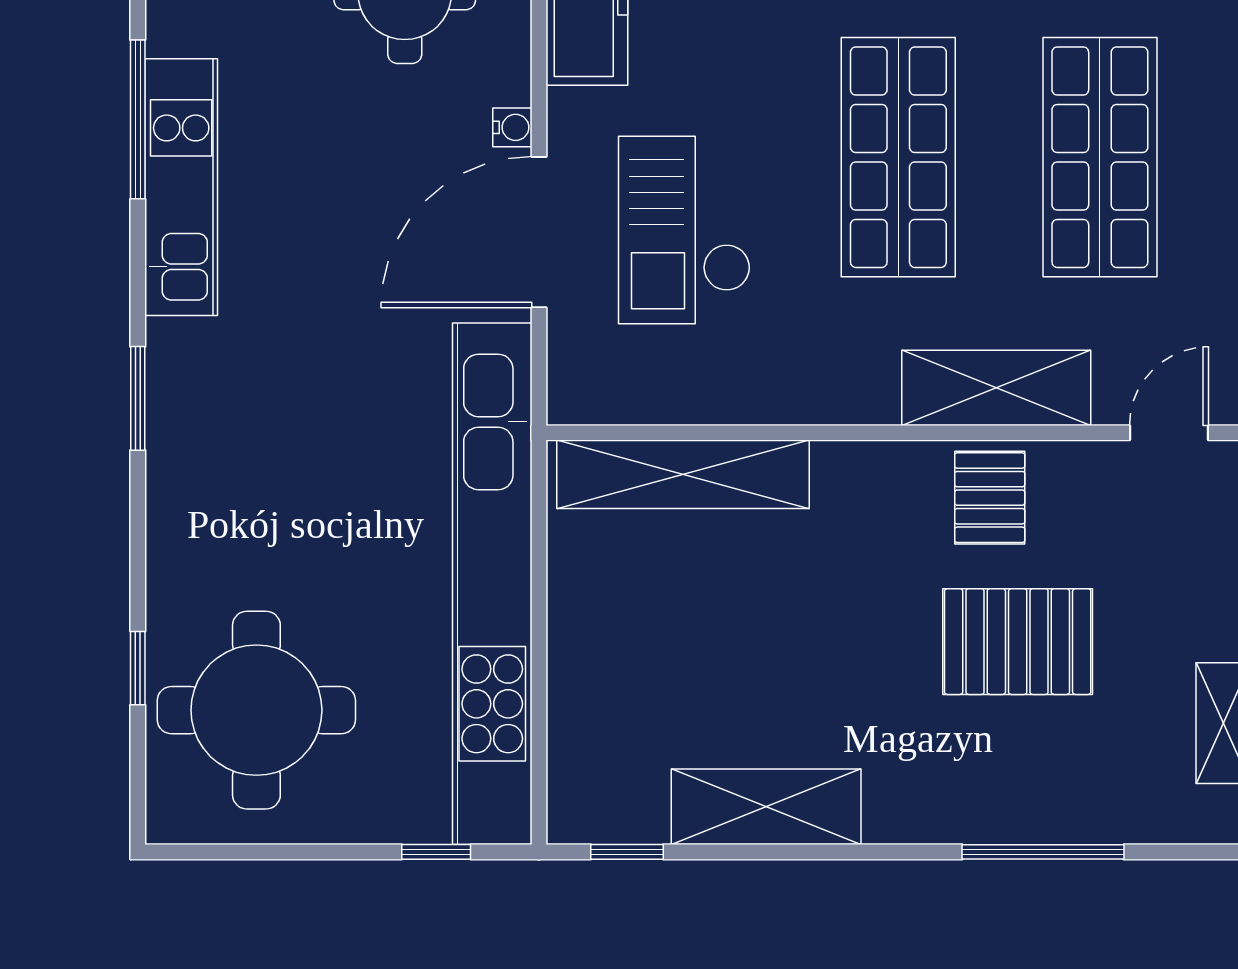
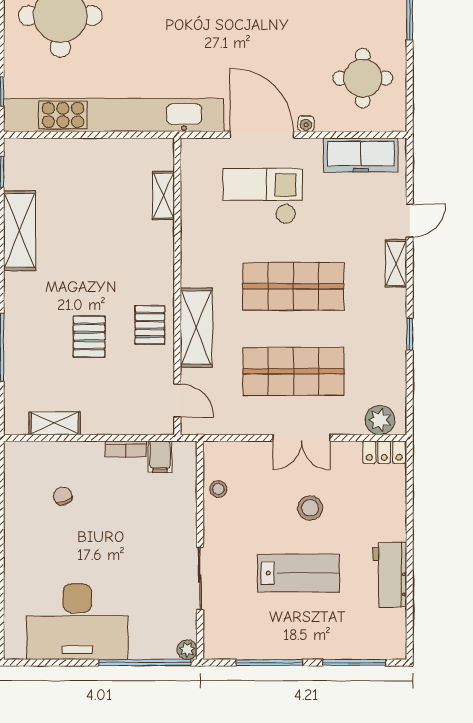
shelving: (683, 474) -> (163, 195), width x0.45, depth x0.75
pallet: (990, 498) -> (150, 325), turned 90
pallet: (1018, 642) -> (89, 337), width x0.67, depth x0.71

